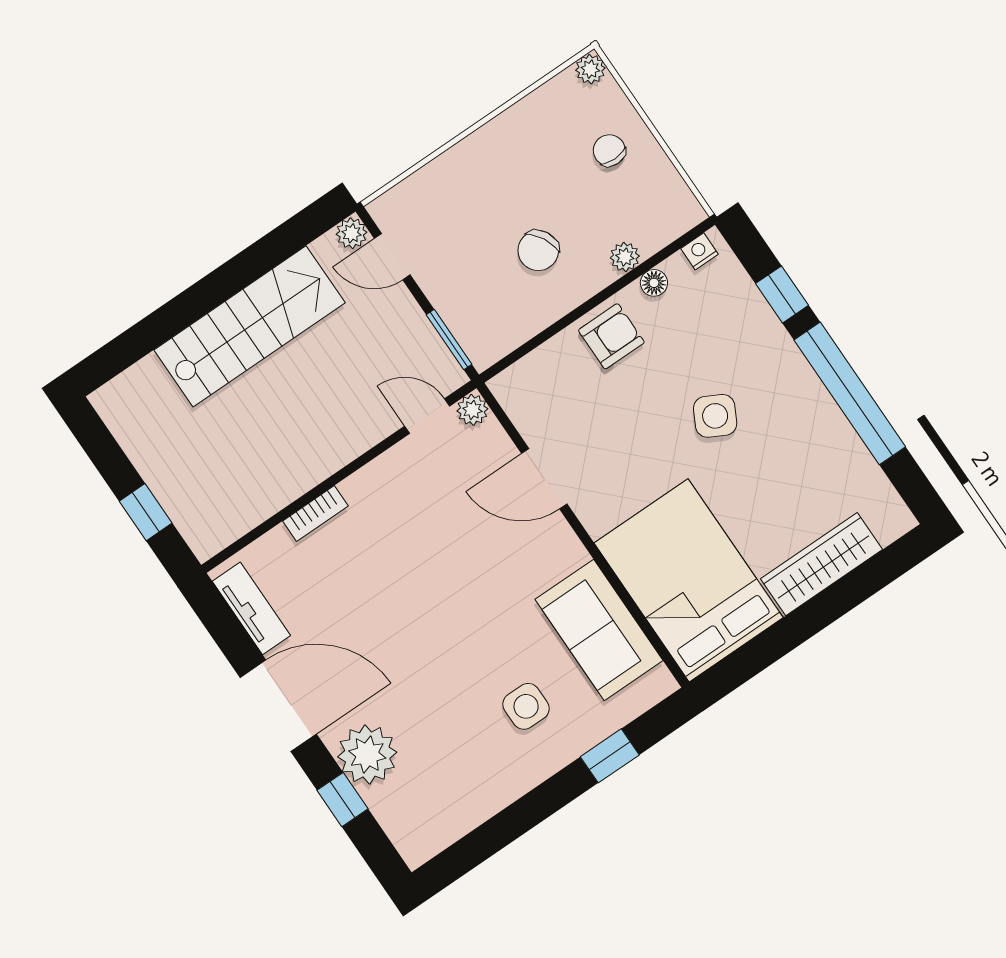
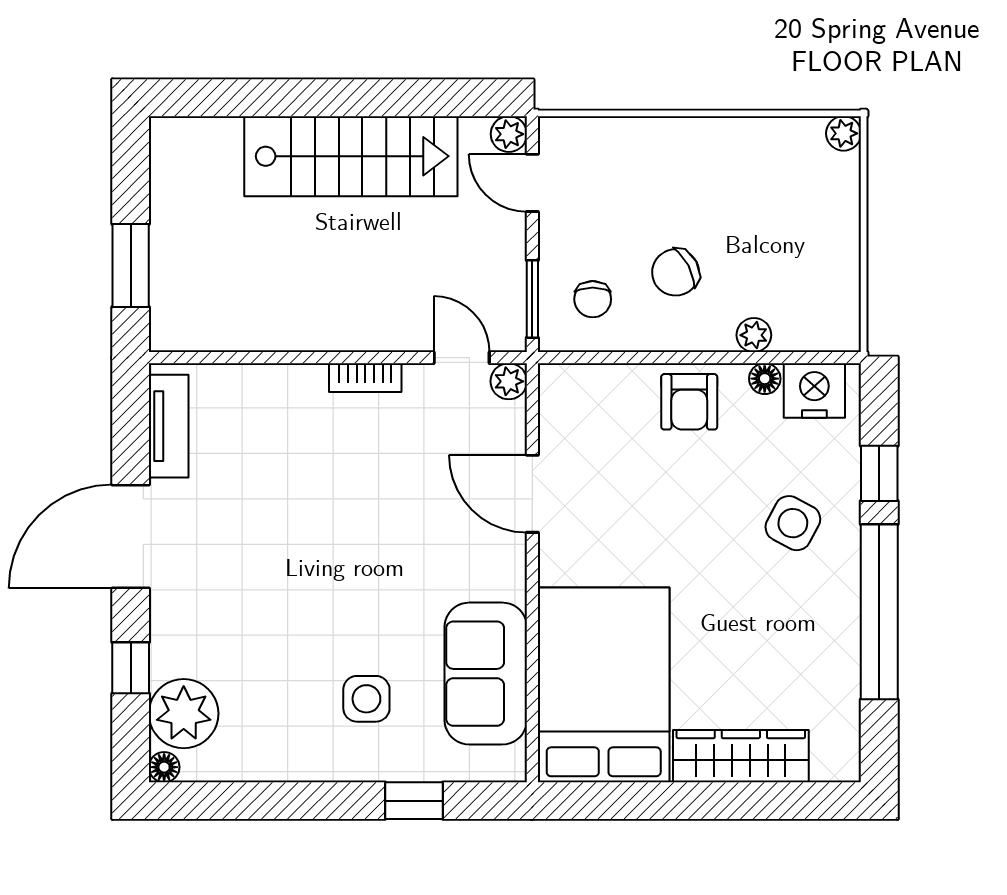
chair: (609, 150) -> (593, 299), moved, turned 180
nightstand: (700, 251) -> (814, 390), width x1.89, depth x1.79
armchair: (611, 336) -> (689, 402), turned 90
side table: (715, 416) -> (793, 523), moved
window: (146, 512) -> (131, 265), width x1.50
bookcase: (315, 514) -> (365, 378), moved
door: (278, 706) -> (131, 537), swing flipped
plant: (367, 754) -> (184, 714), moved
floor lamp: (415, 854) -> (164, 767), added

